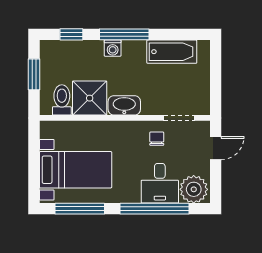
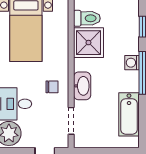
washbasin: (124, 105) -> (82, 86), moved
chair: (157, 139) -> (52, 87), moved

